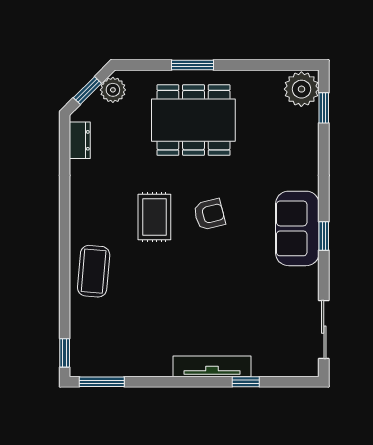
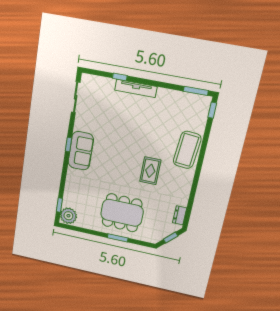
plant: (113, 90) -> (158, 235), removed
armchair: (209, 214) -> (123, 166), removed
coffee table: (94, 271) -> (187, 150), width x1.36, depth x1.32

